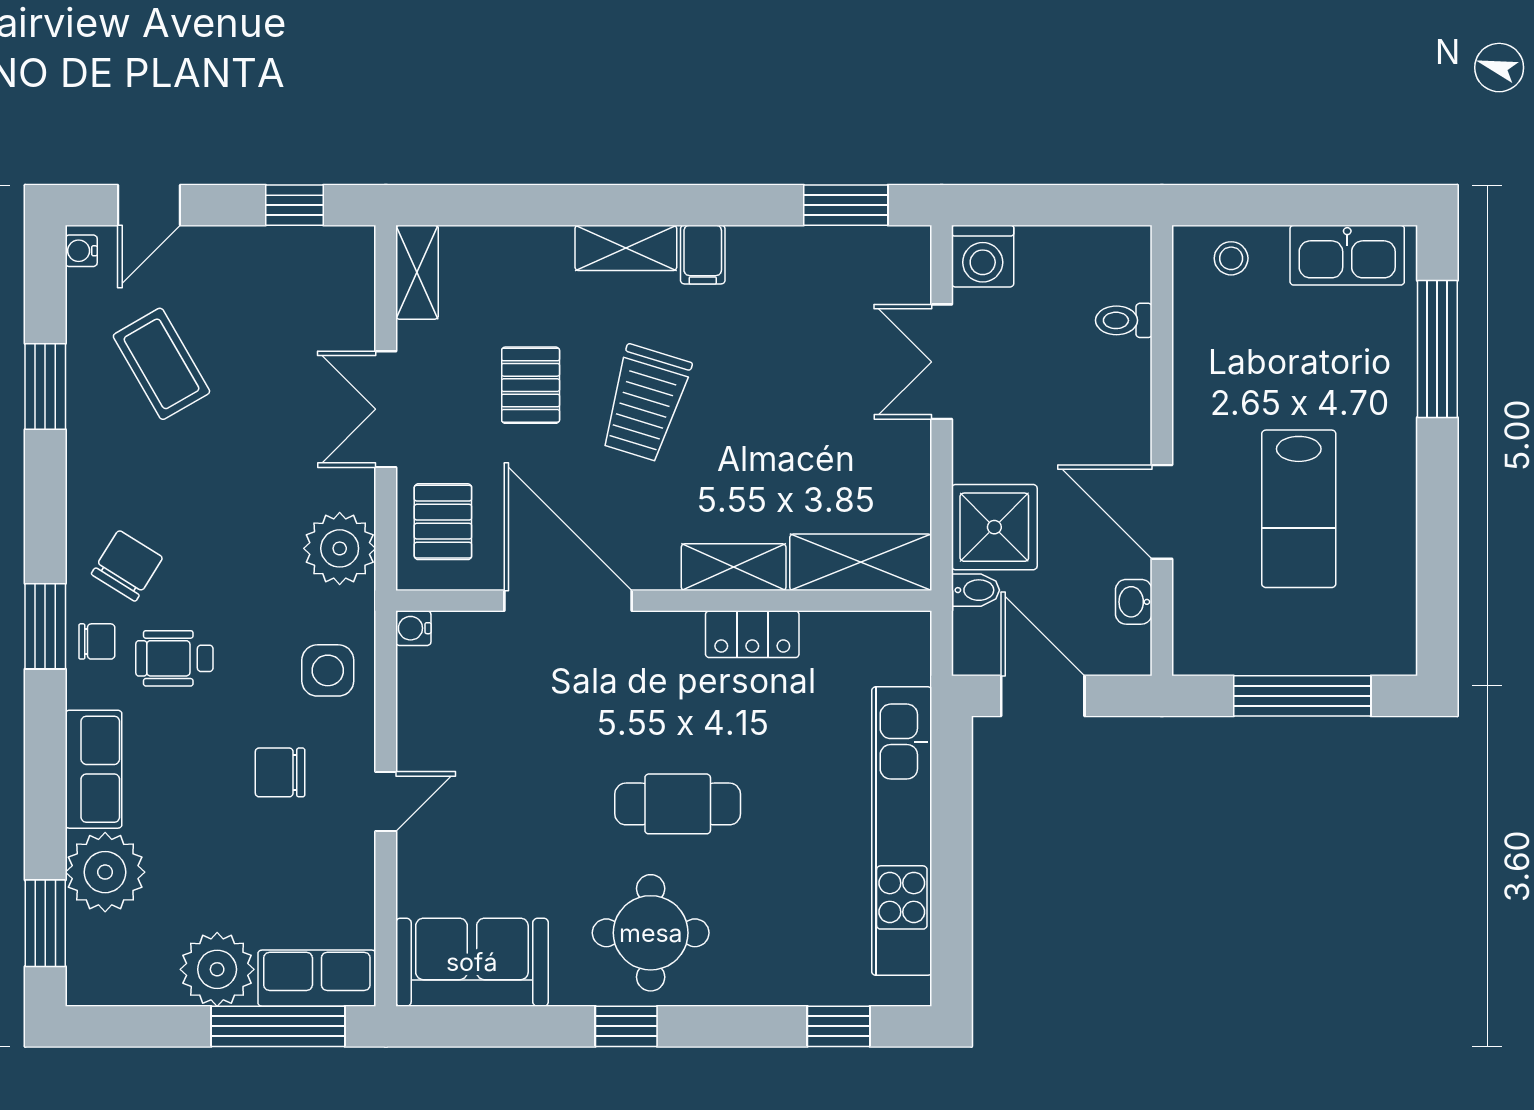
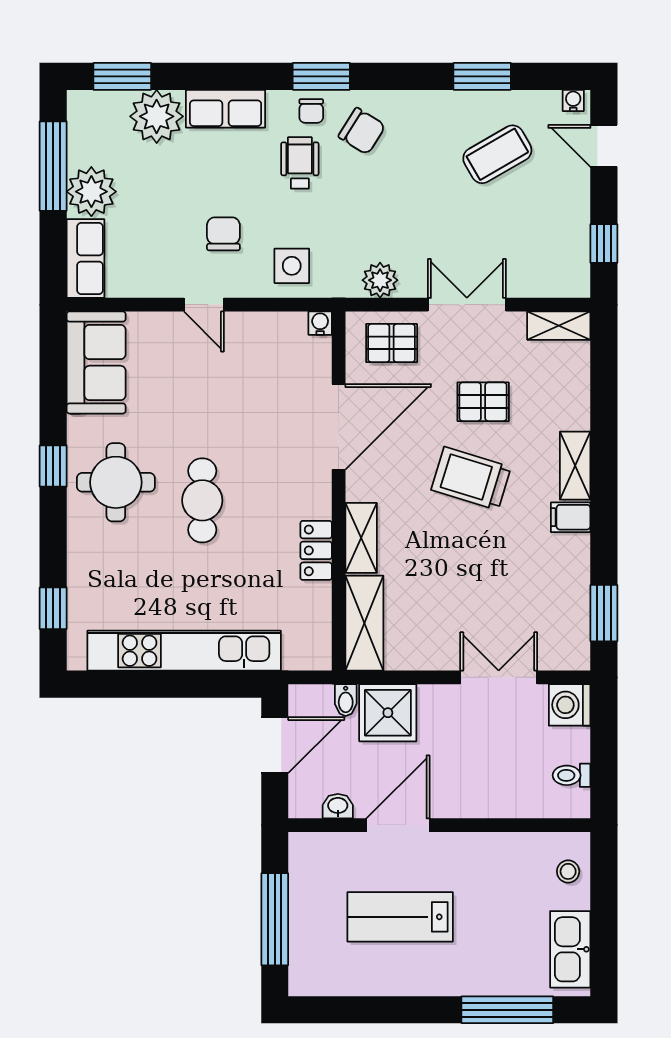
toilet: (1124, 320) -> (572, 775), moved, turned -90
plant: (340, 548) -> (380, 280), width x0.73, depth x0.73
window: (278, 1026) -> (53, 166), moved

